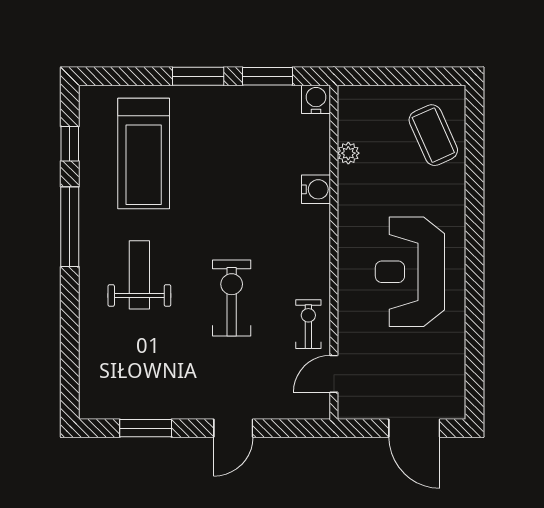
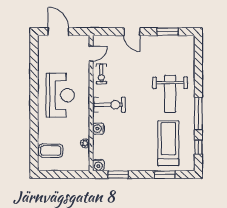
window: (198, 76) -> (165, 175), moved
coffee table: (433, 135) -> (51, 151), turned -65
weight bench: (139, 275) -> (170, 94), width x1.36, depth x1.33
exercise bike: (232, 298) -> (110, 105), moved, turned -90
door: (233, 428) -> (132, 32), swing flipped

